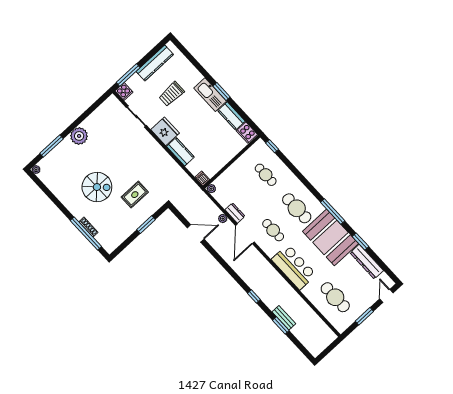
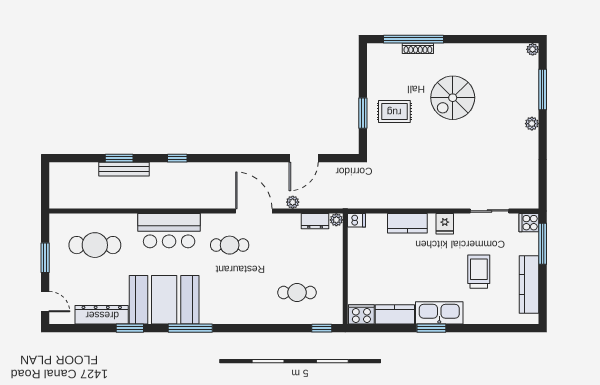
fridge: (165, 131) -> (445, 224), width x0.53, depth x0.75
plant: (79, 136) -> (532, 124), width x0.53, depth x0.53
rug: (135, 195) -> (394, 112), moved, turned 90
cafe table: (297, 208) -> (230, 292), removed
dresser: (235, 213) -> (315, 221), moved
bench: (284, 318) -> (124, 169), width x1.36

